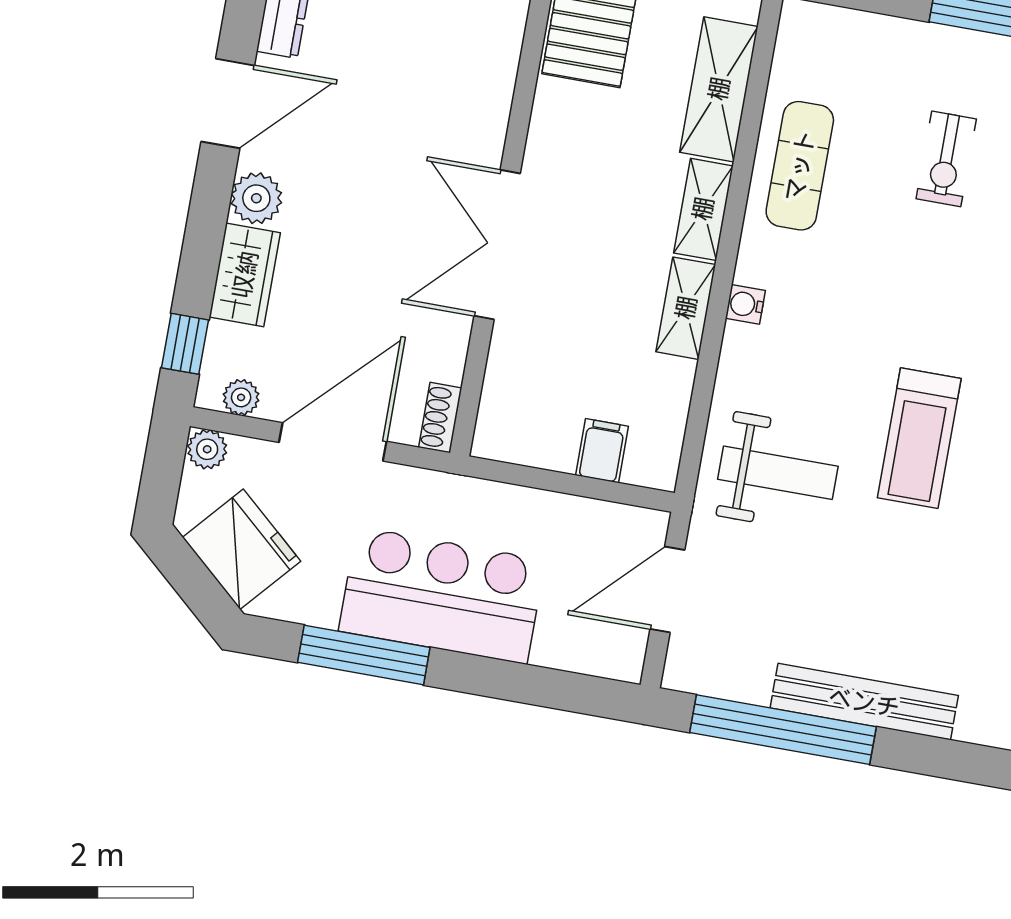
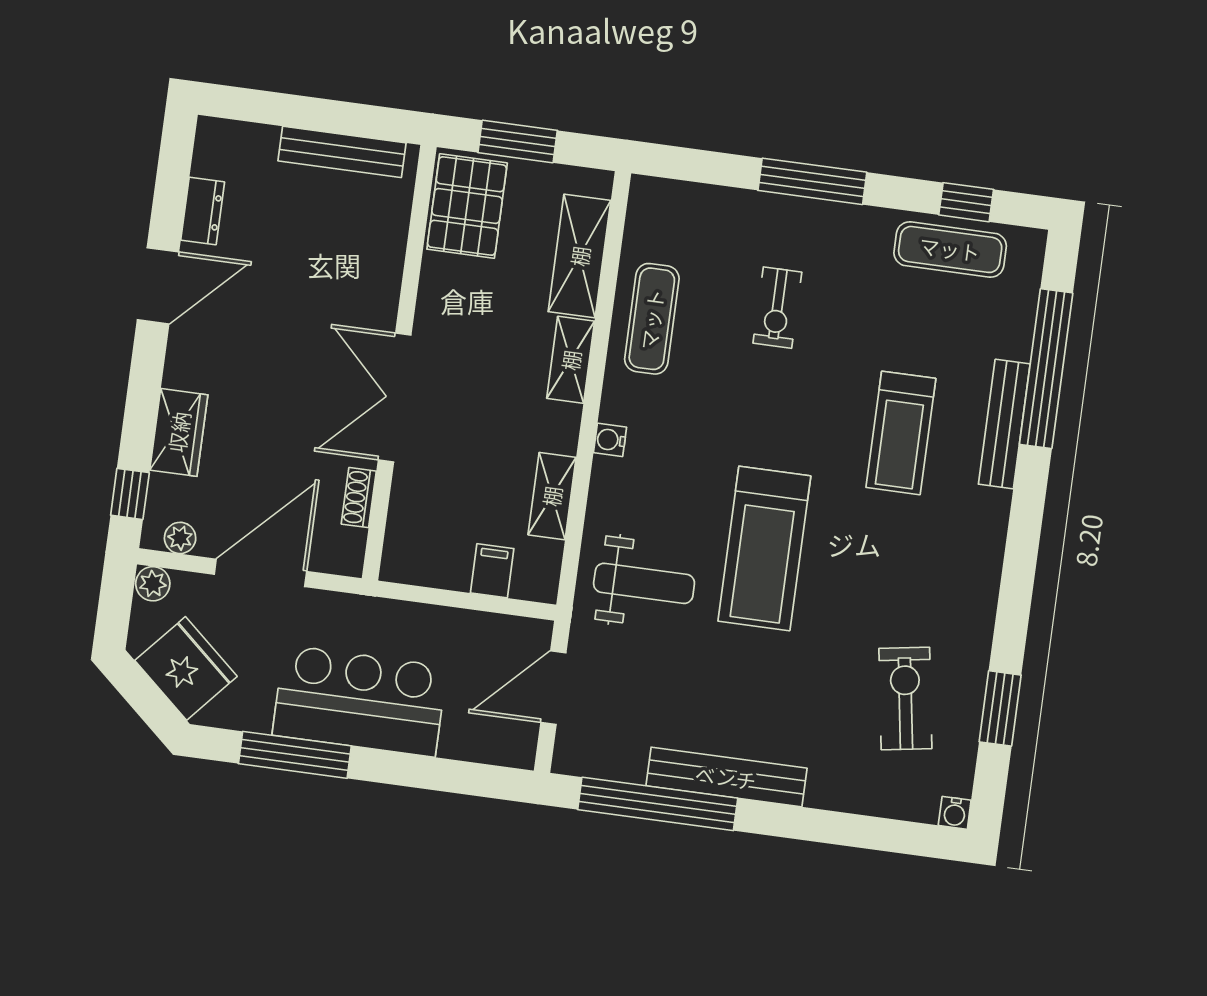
plant: (256, 198) -> (186, 366), removed
shelving: (686, 308) -> (552, 496), moved
shoe rack: (440, 418) -> (359, 498), moved
treadmill: (919, 438) -> (764, 549), width x1.37, depth x1.38

